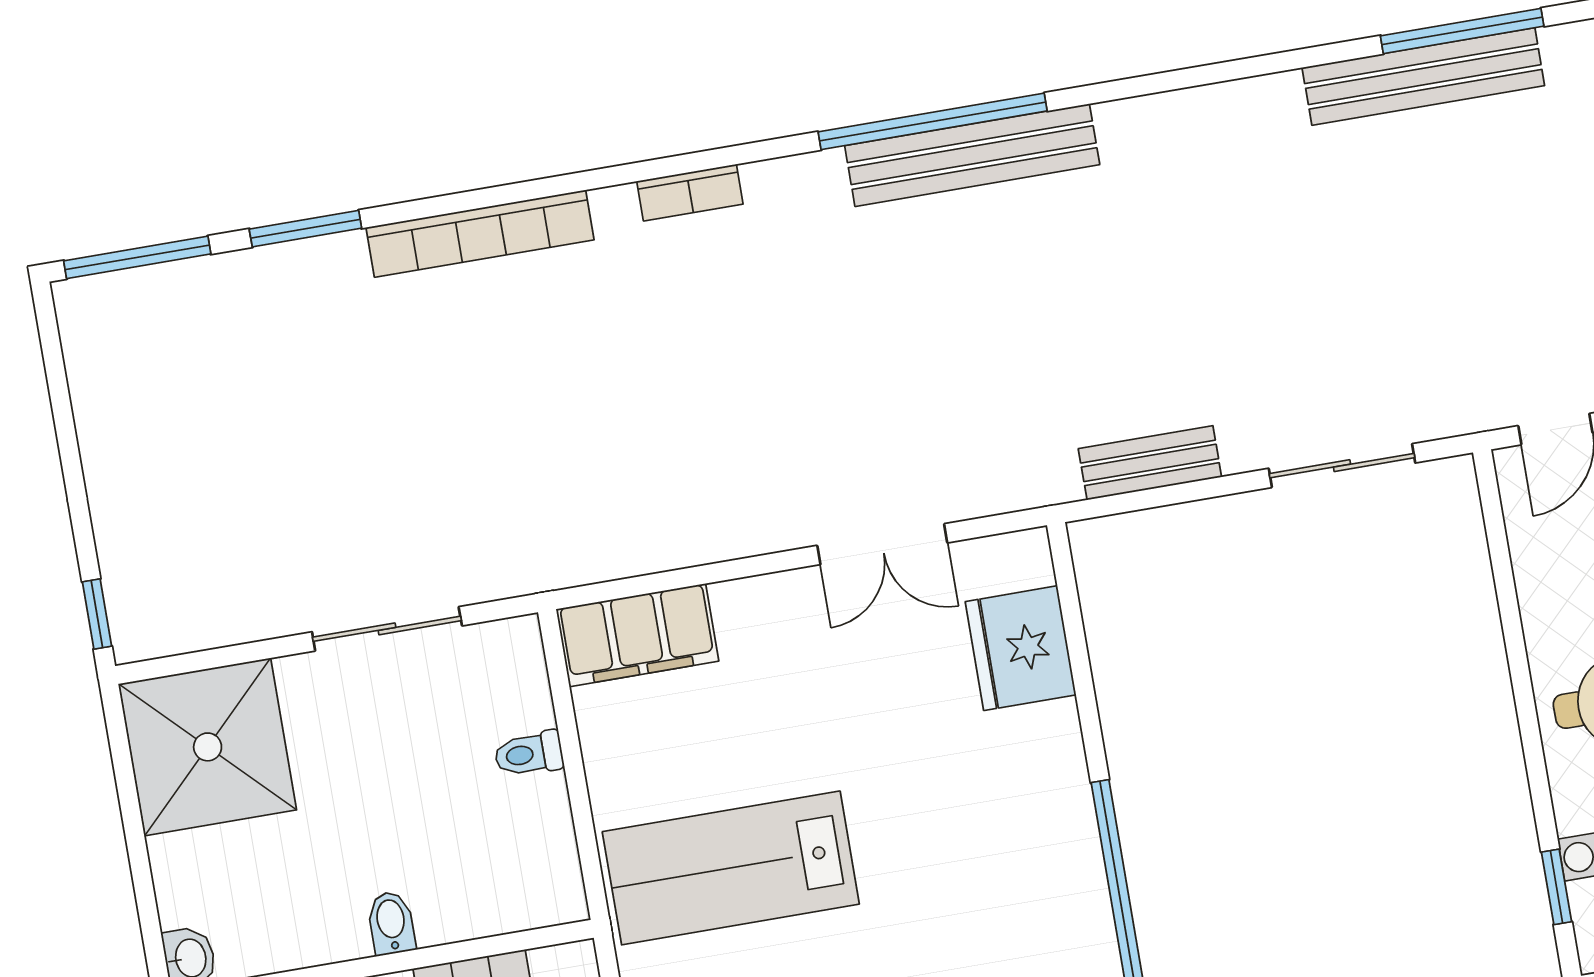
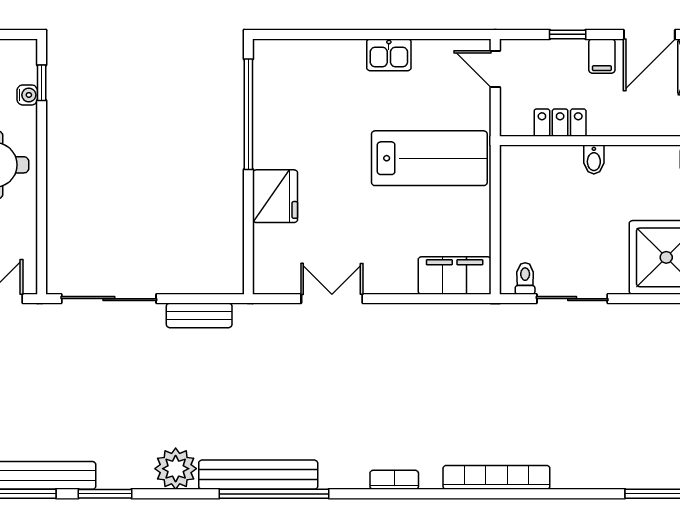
plant: (1144, 139) -> (176, 469), added
window: (305, 229) -> (105, 494), moved
sliding door: (1342, 466) -> (109, 299), width x1.37
fridge: (1021, 648) -> (275, 196), moved
toilet: (529, 754) -> (525, 278), moved, turned -90

